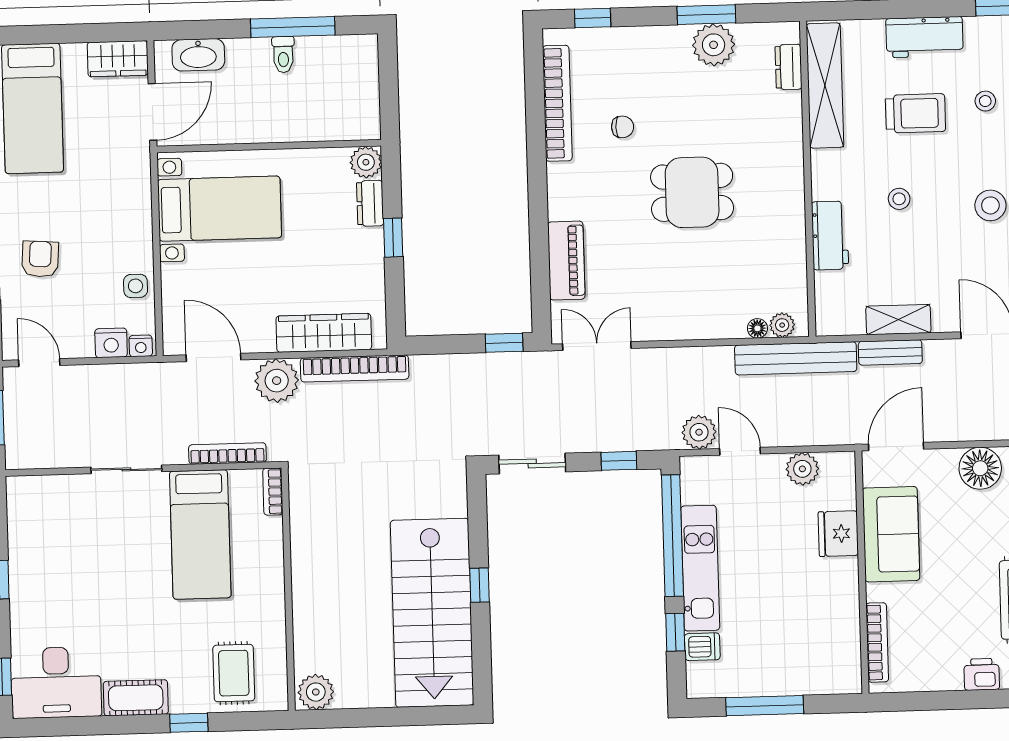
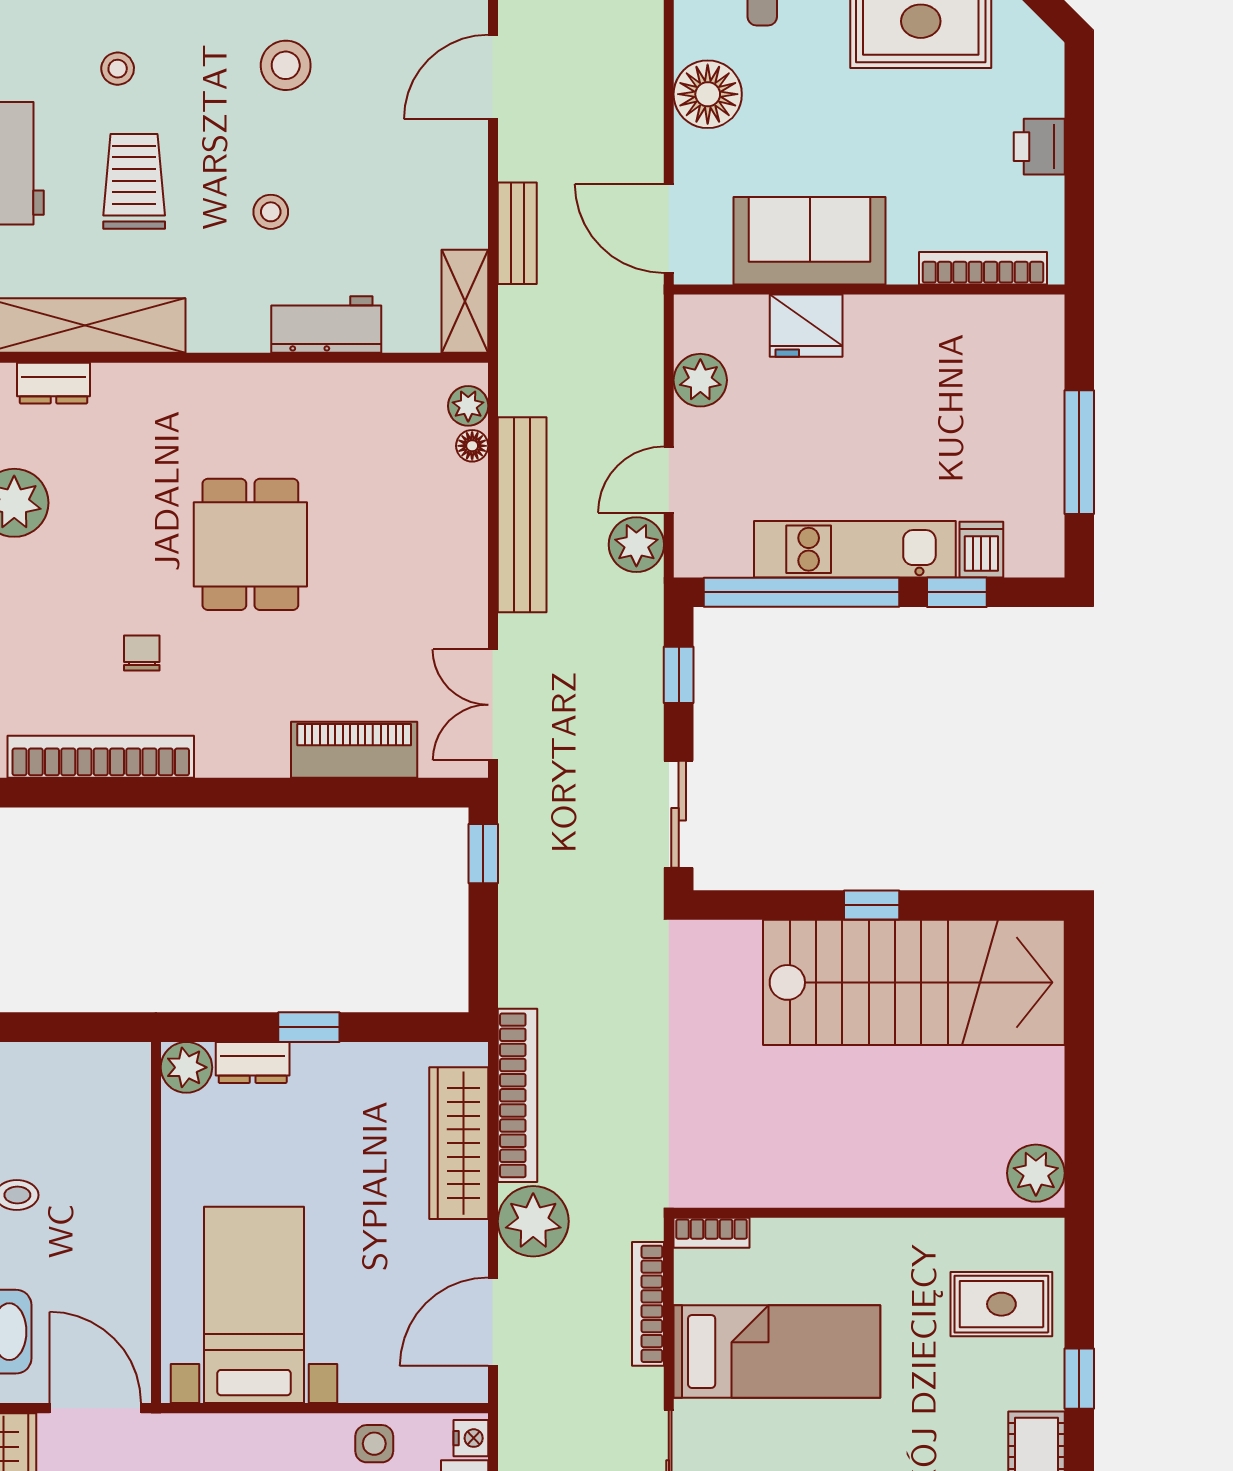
shelving: (898, 320) -> (465, 301), moved
bench: (796, 358) -> (522, 515), moved
printer: (982, 674) -> (1039, 147), moved

